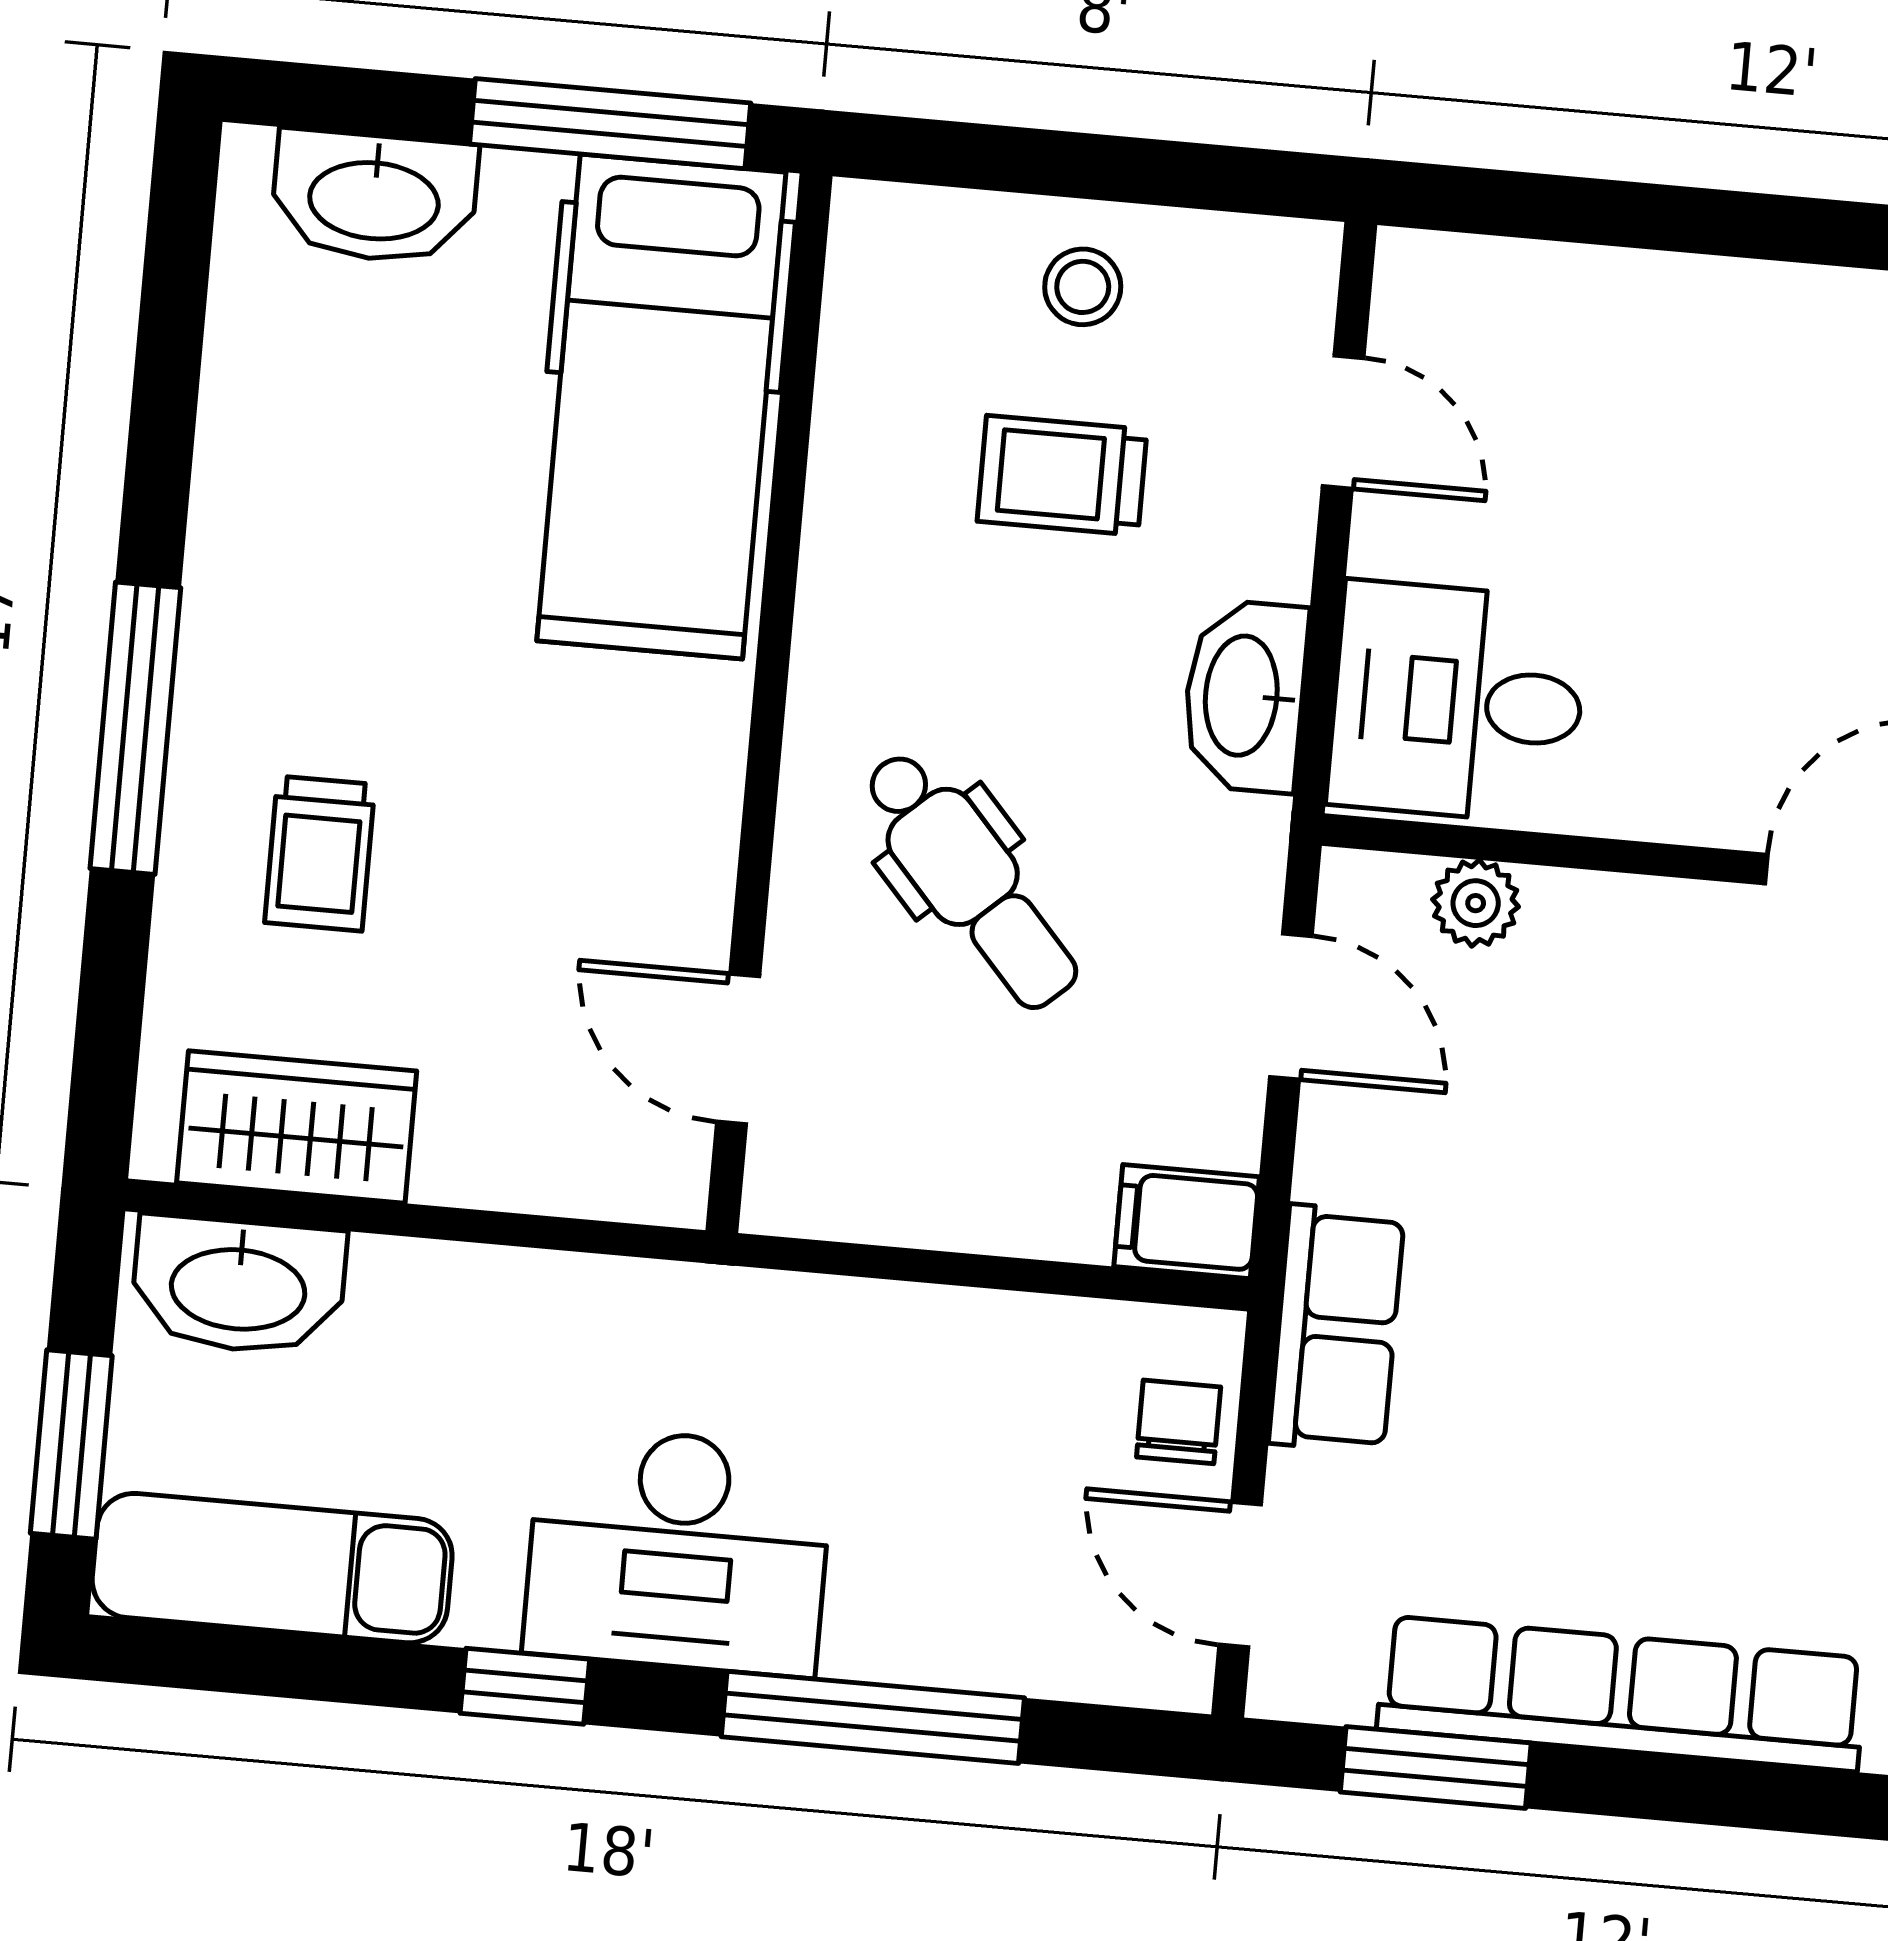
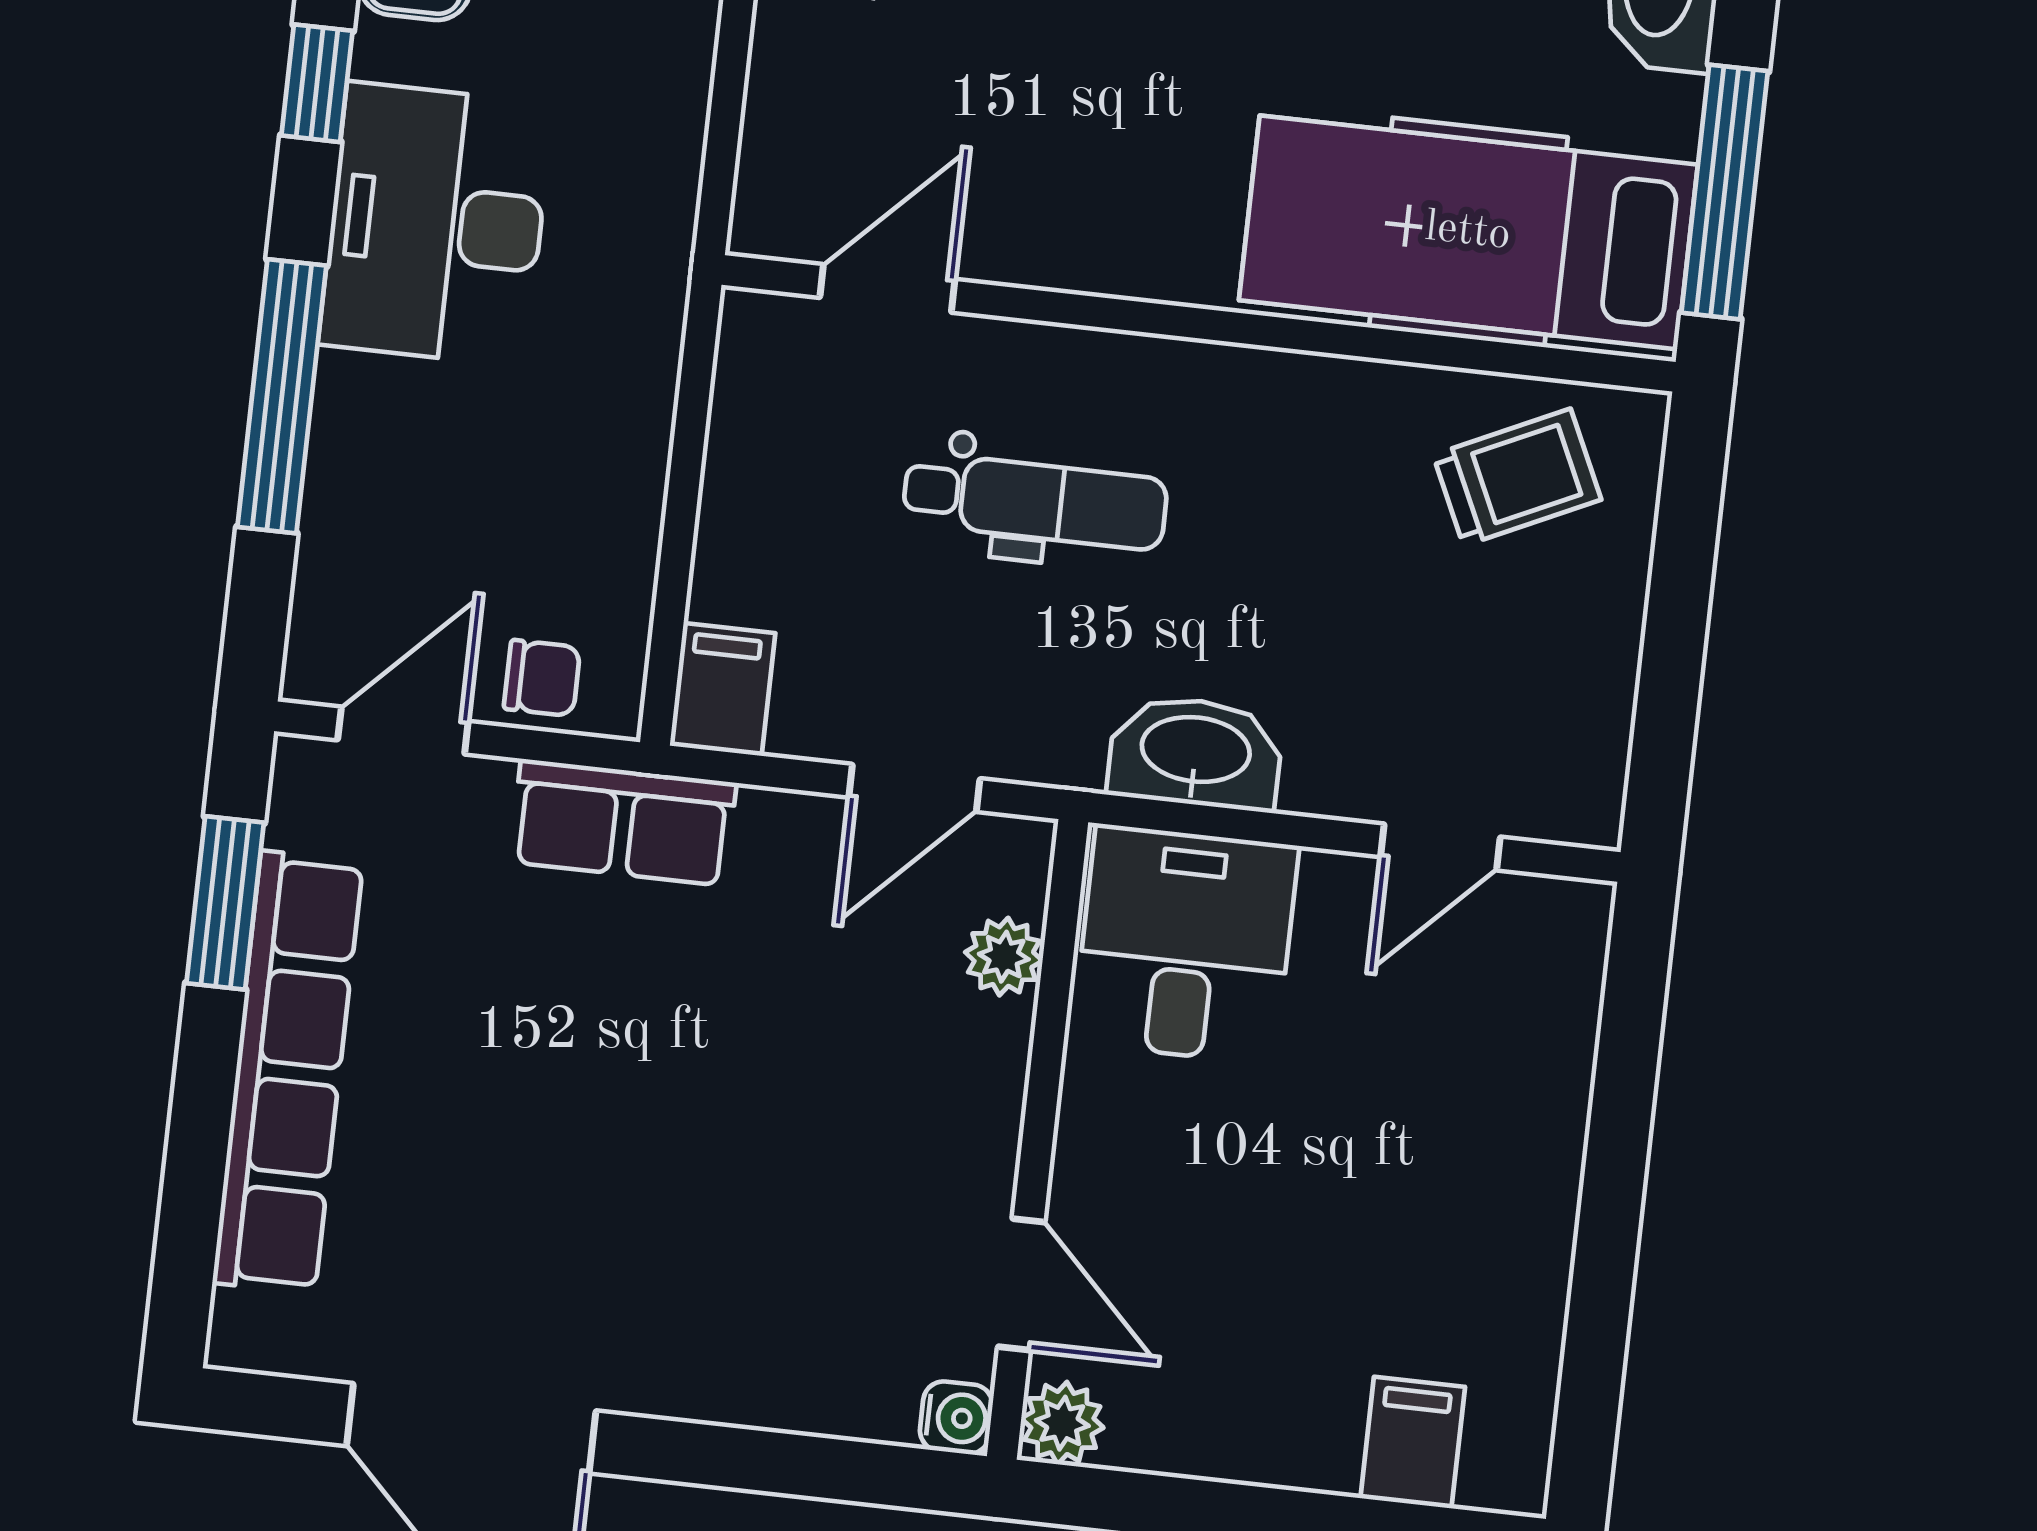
stool: (1083, 287) -> (1568, 615), removed
trolley: (1062, 475) -> (1517, 477), moved, turned 65
dental chair: (970, 880) -> (1035, 501), turned -138

